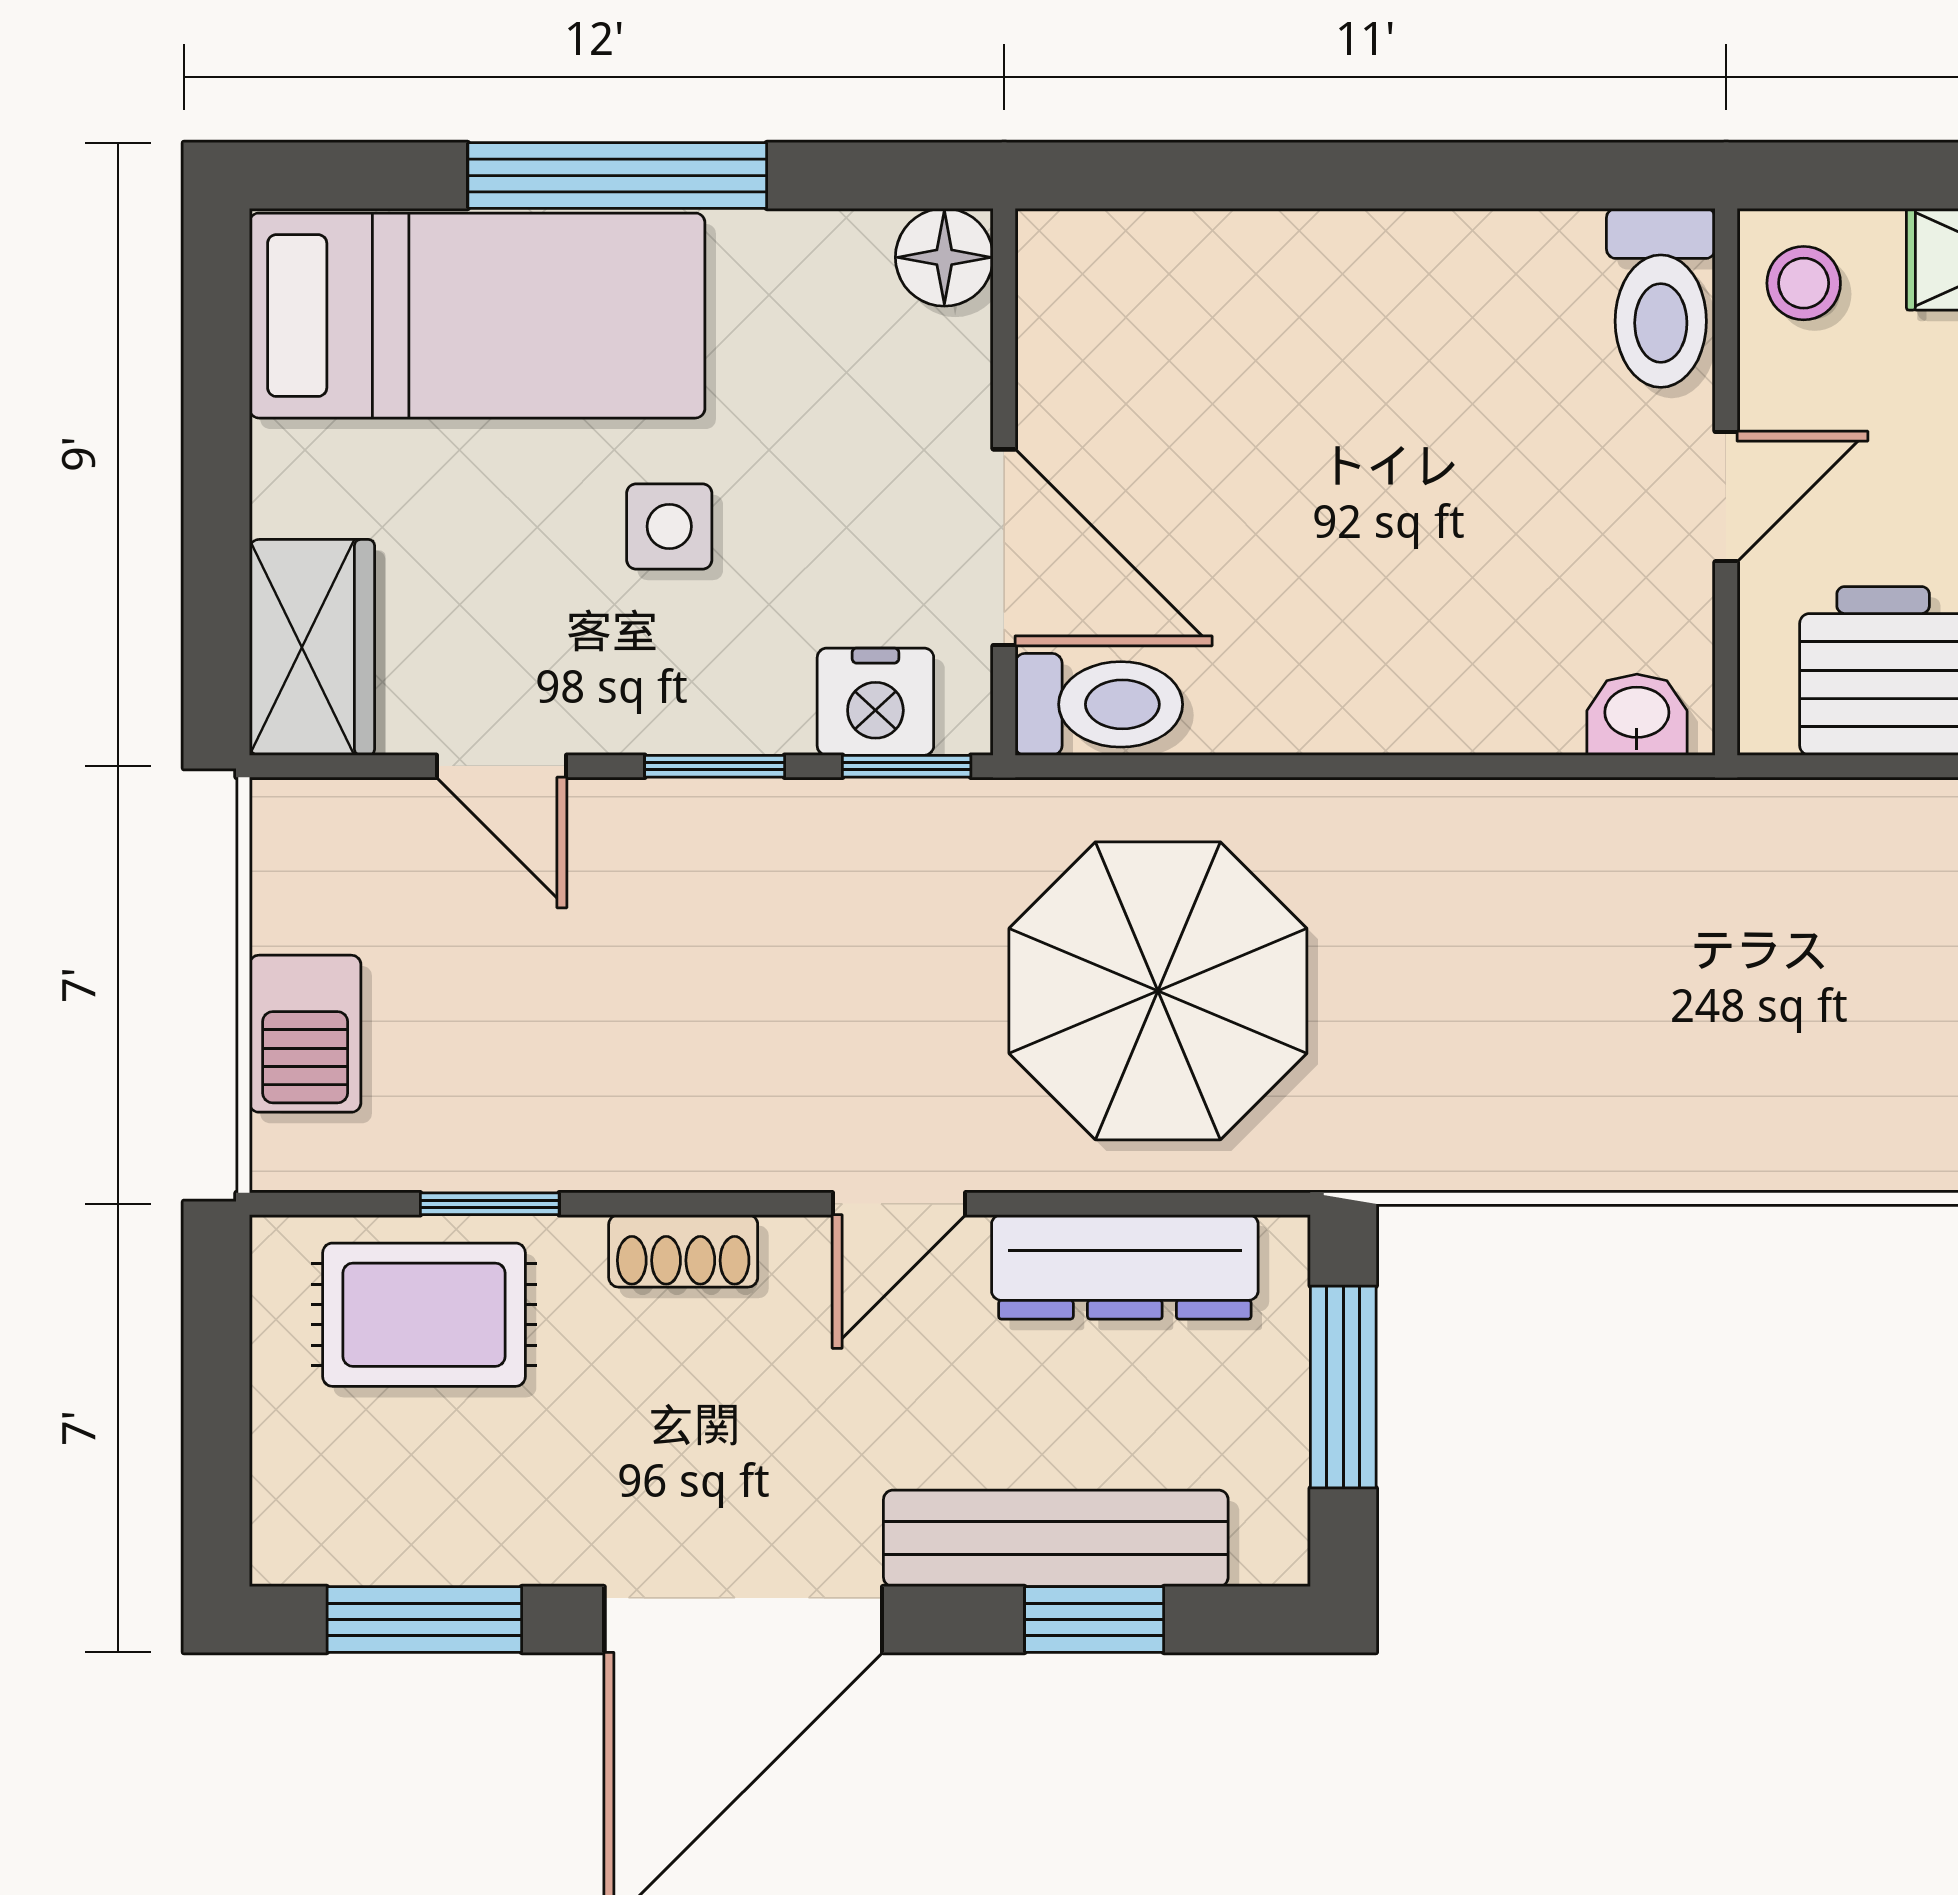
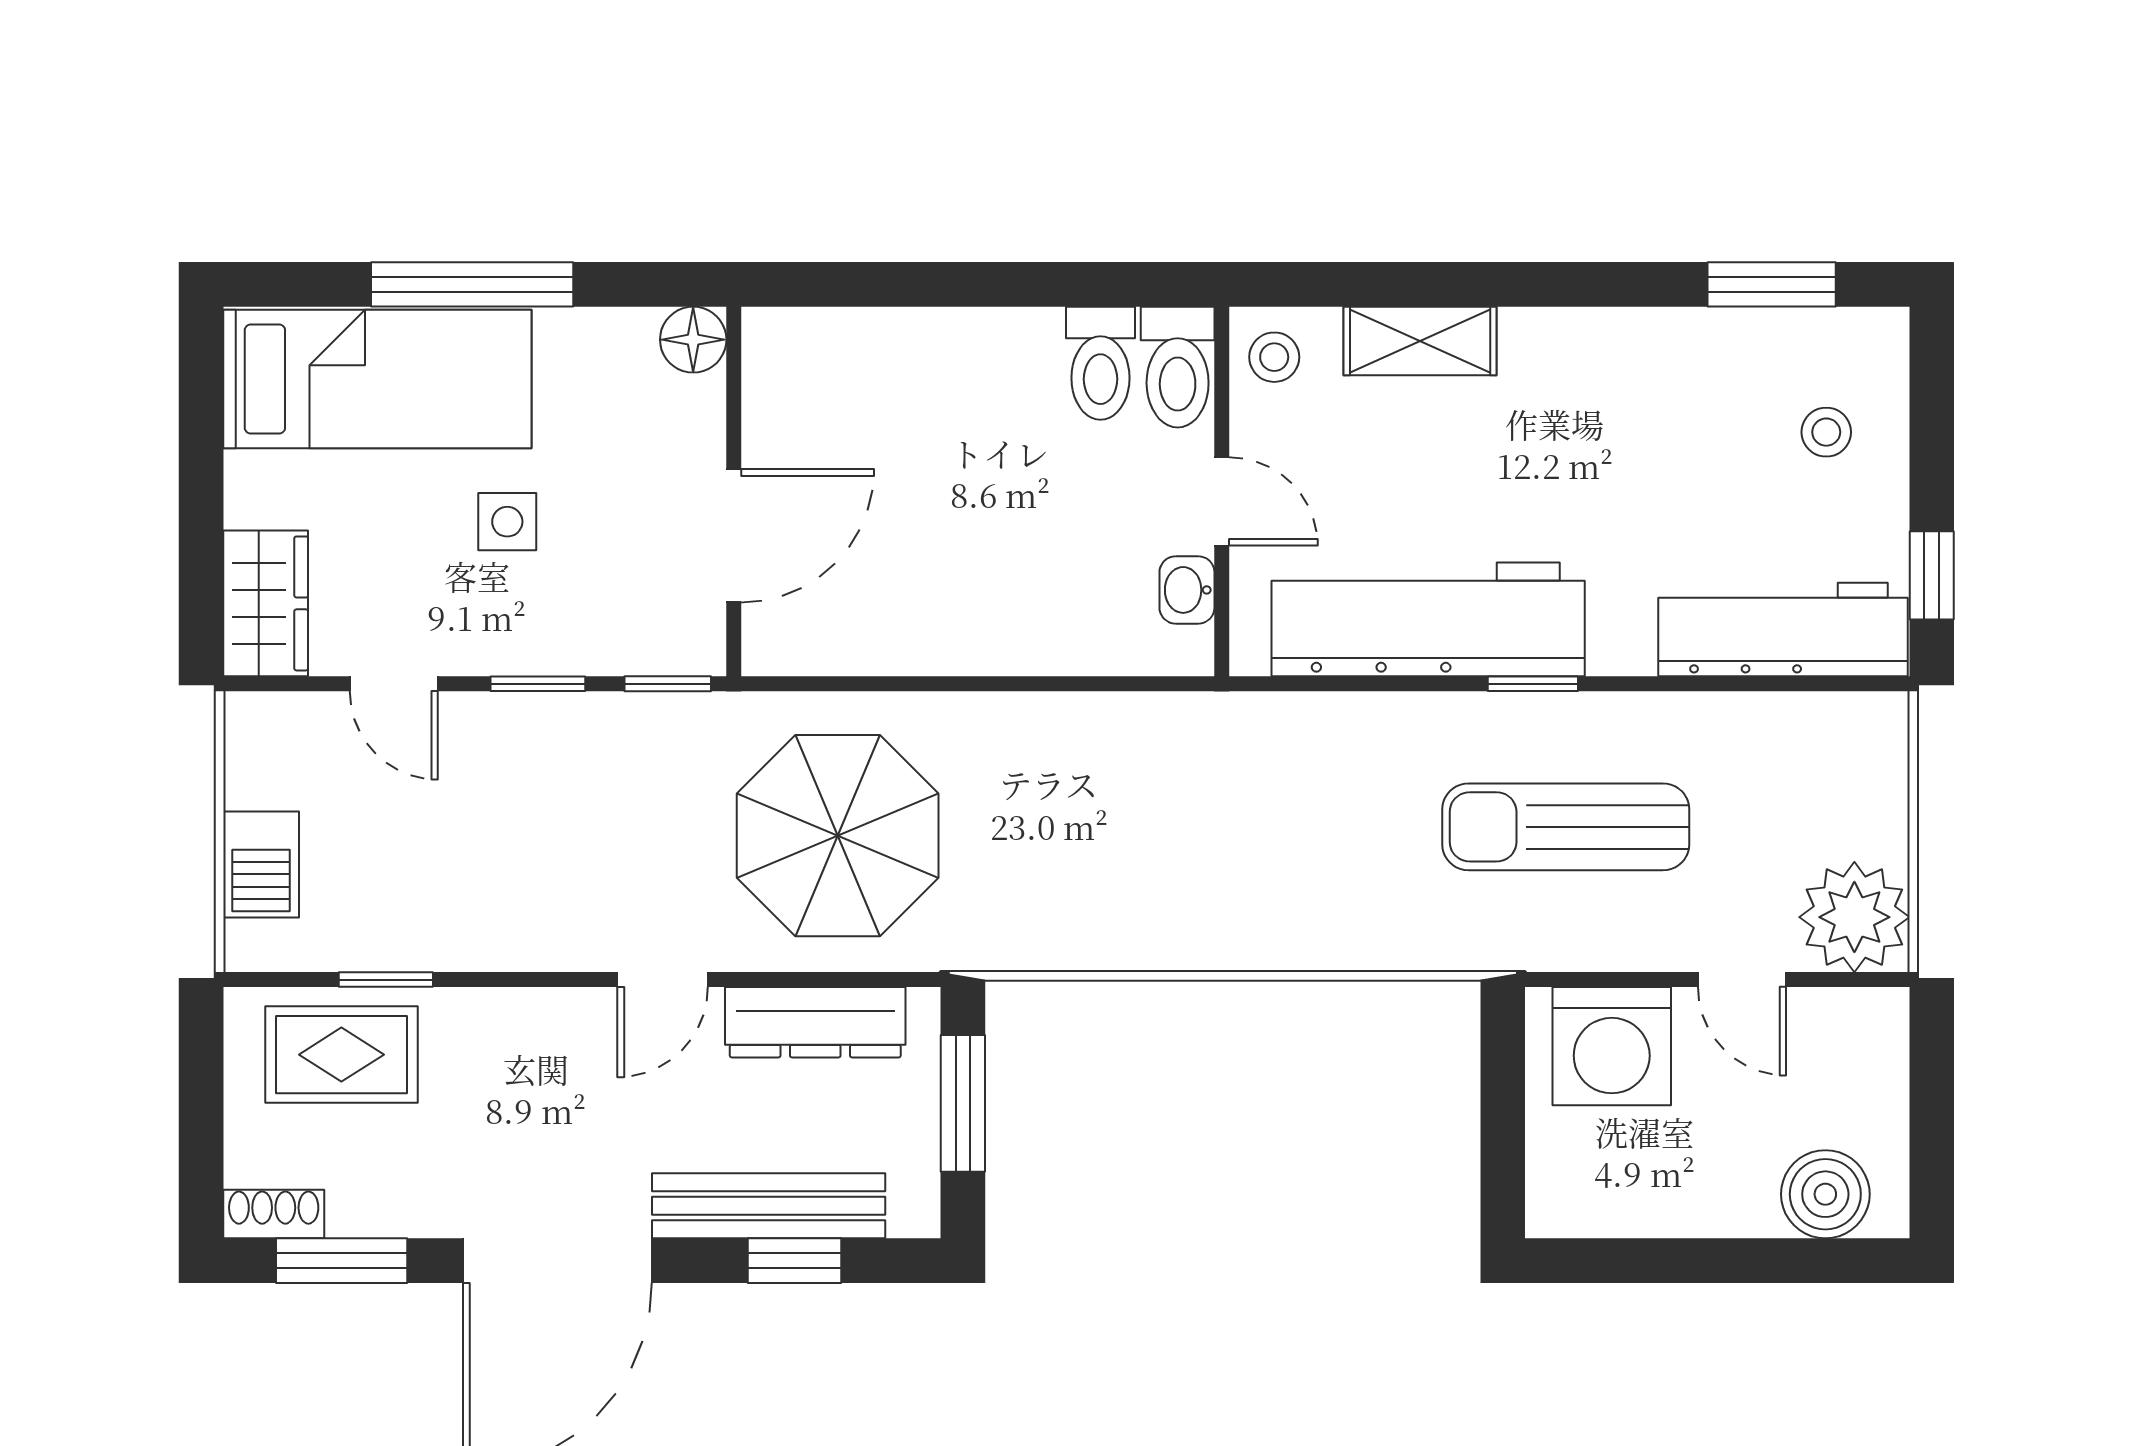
door: (1726, 497) -> (1222, 501), hinge flipped
door: (1004, 547) -> (734, 536), hinge flipped
nightstand: (875, 702) -> (647, 640), removed
toilet: (1099, 704) -> (1100, 363), moved, turned 90
washbasin: (1637, 715) -> (1187, 590), moved, turned -90
shoe rack: (683, 1251) -> (274, 1214), moved, turned 180

